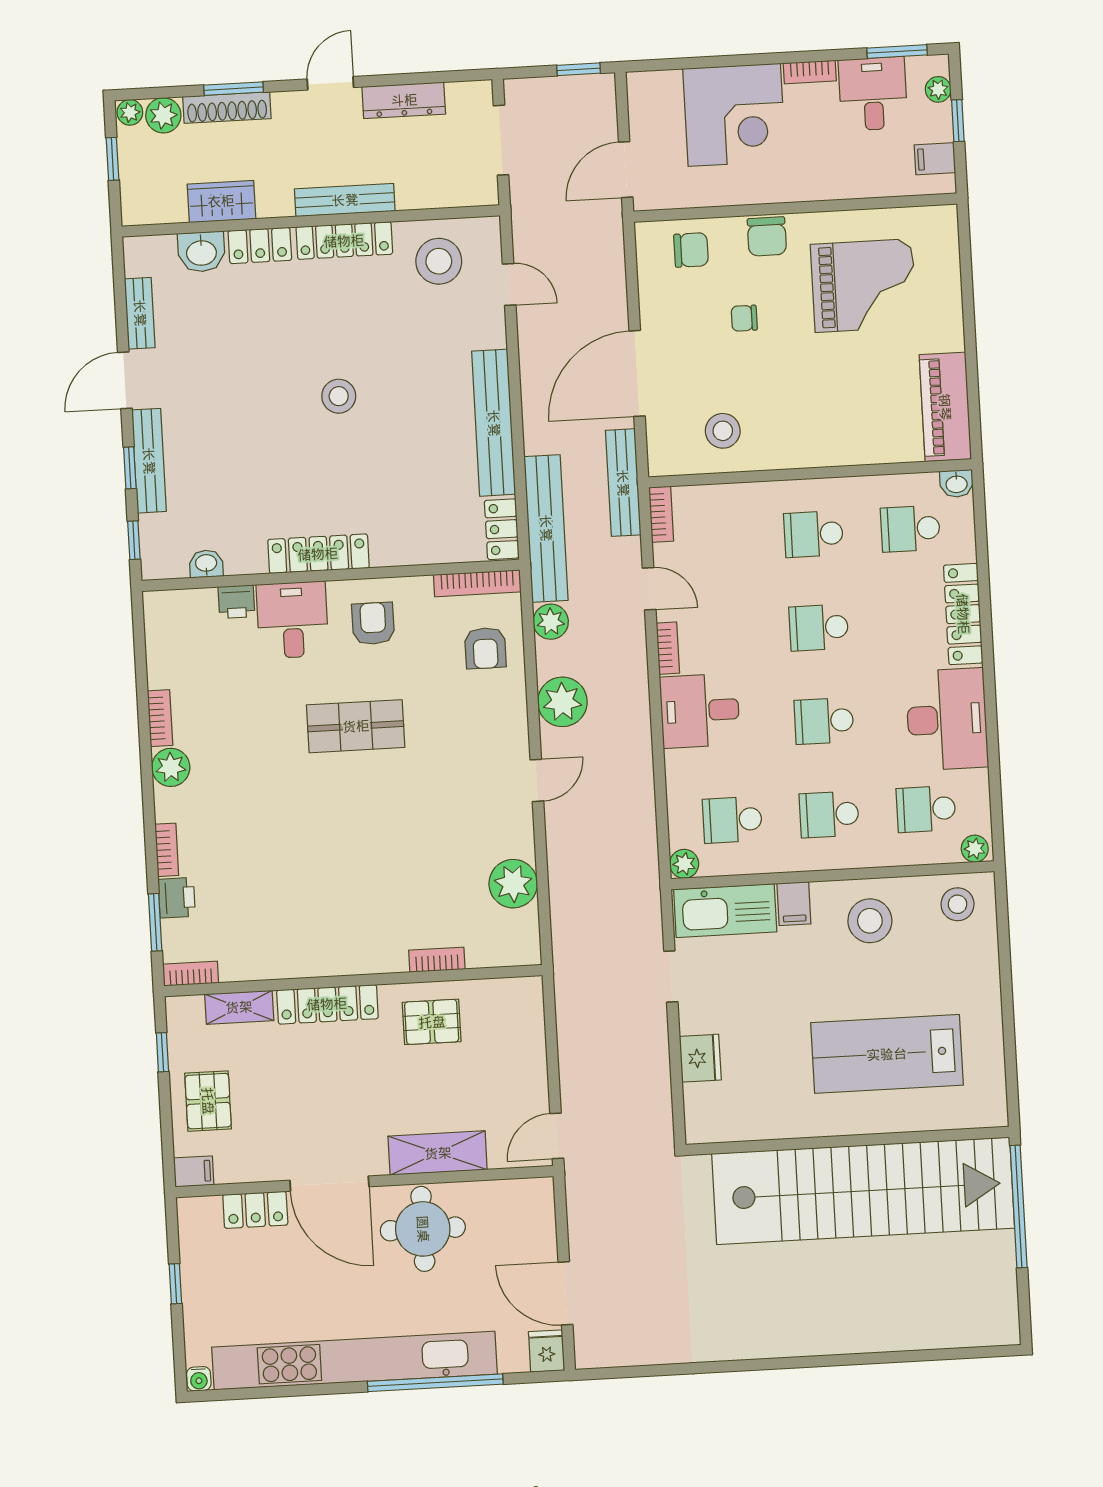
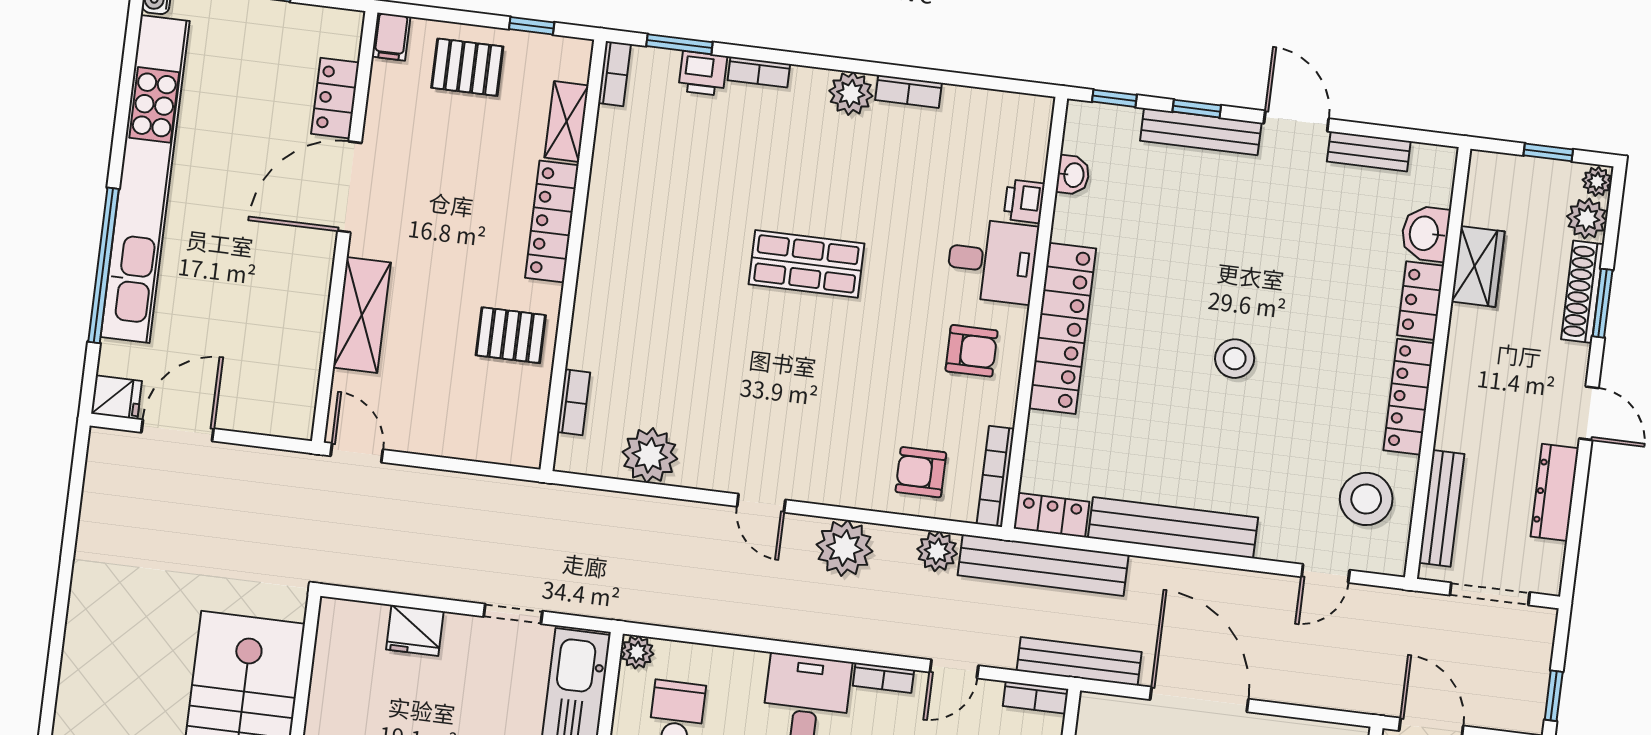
bench: (345, 200) -> (1442, 508), moved
locker: (318, 554) -> (1062, 328), width x1.41, depth x1.21
shop shelf: (356, 726) -> (806, 264), moved, turned 90
bookcase: (437, 960) -> (574, 402), moved
pallet: (432, 1022) -> (511, 335), turned 90
round table: (423, 1229) -> (279, 283), removed

